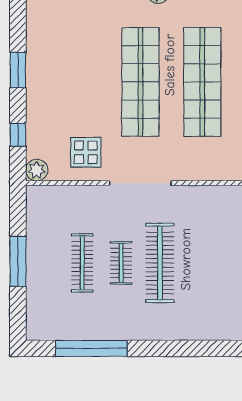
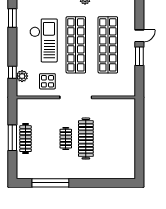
window: (18, 70) -> (12, 18), moved
checkout: (78, 73) -> (44, 40), added
plant: (37, 170) -> (22, 76), moved
clothes rail: (82, 263) -> (26, 139), moved

